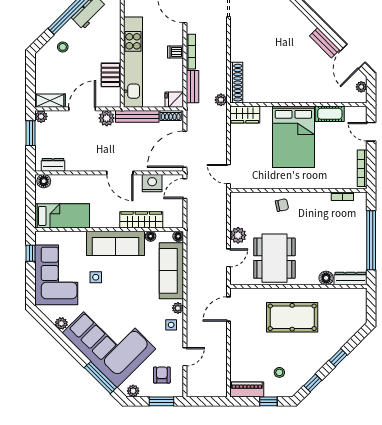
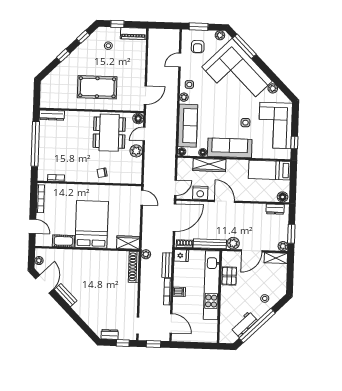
floor lamp: (326, 278) -> (138, 119), moved

